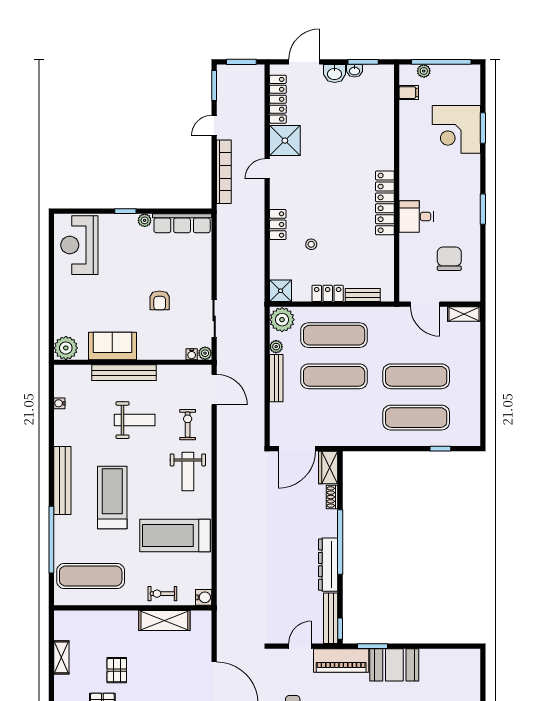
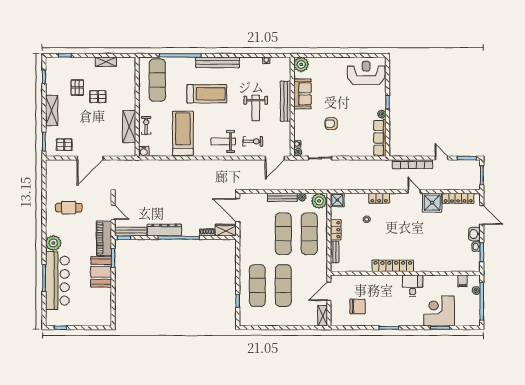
desk: (416, 217) -> (413, 286), moved

